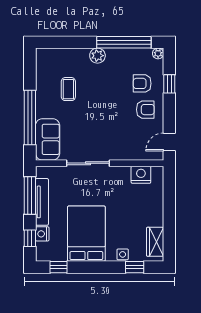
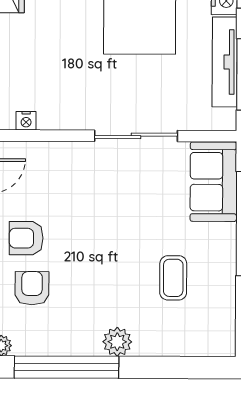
armchair: (142, 83) -> (32, 288), turned -90
nightstand: (141, 175) -> (26, 121), width x0.53, depth x0.56

